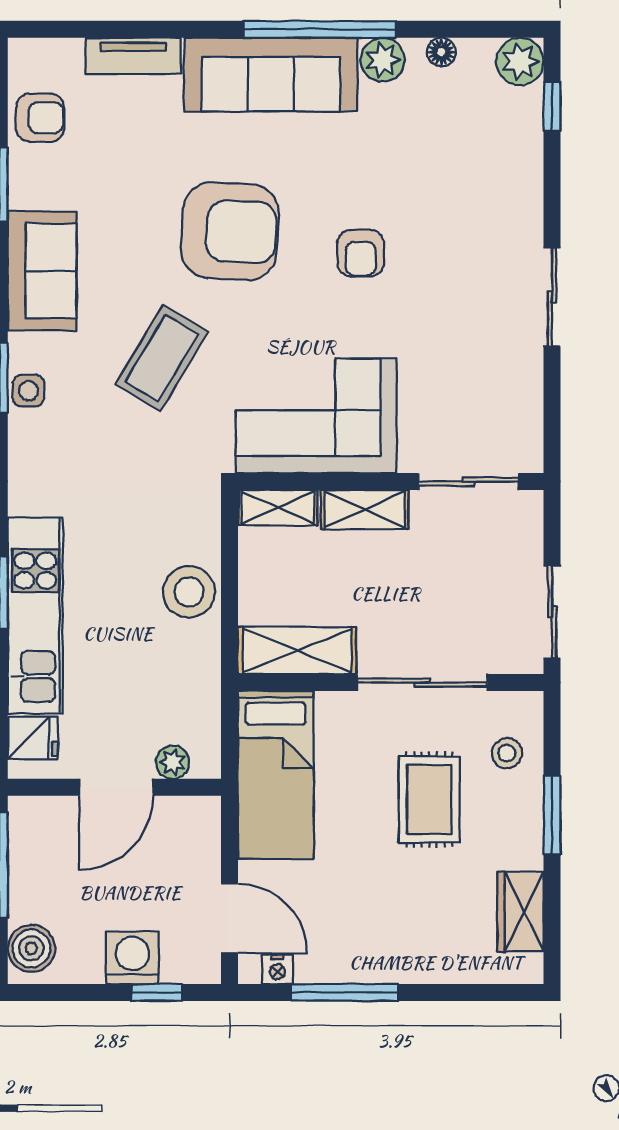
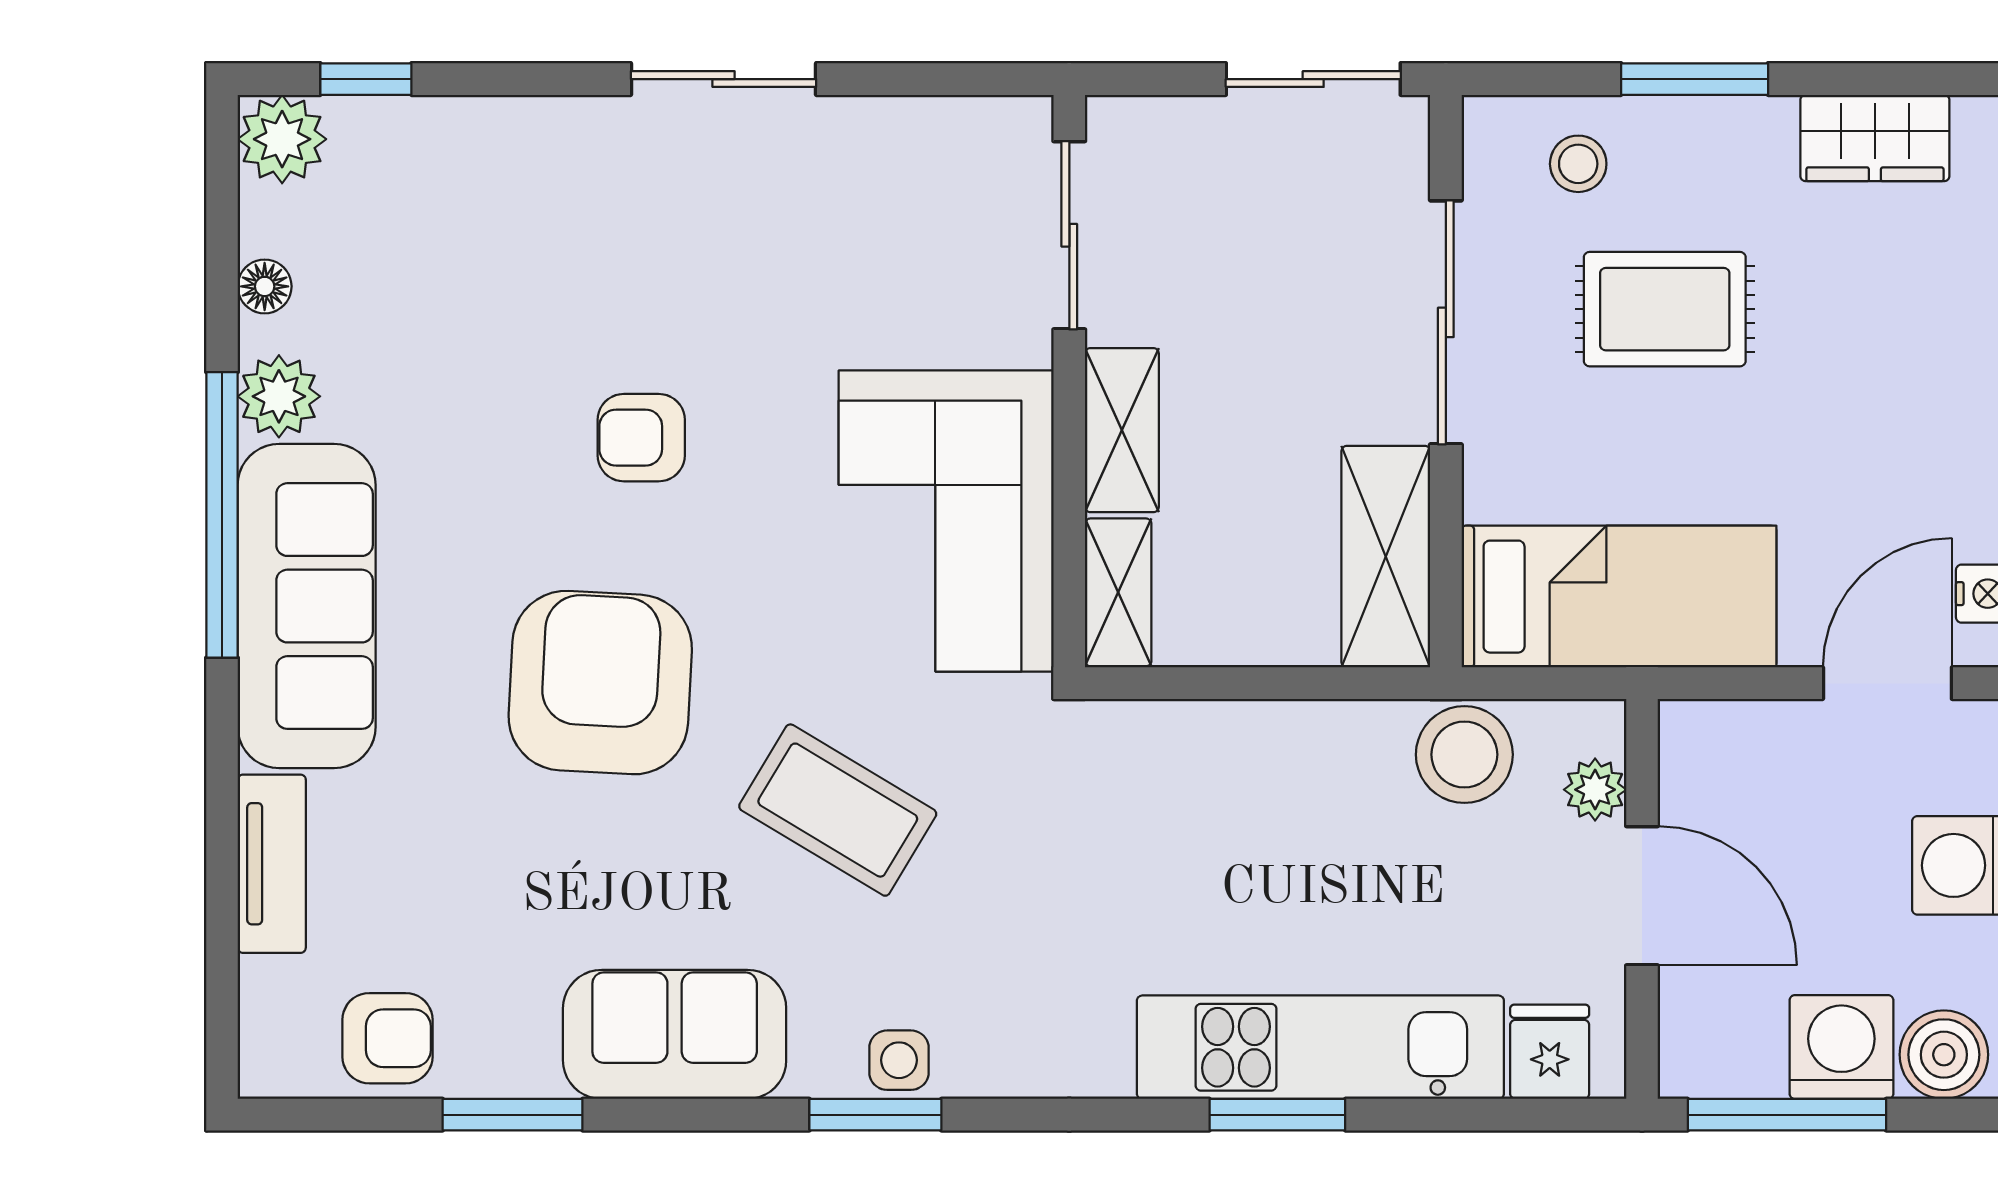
armchair: (40, 118) -> (387, 1038), turned 90
armchair: (361, 253) -> (641, 438), turned 180
stool: (189, 592) -> (1464, 755), moved
washing machine: (35, 894) -> (1841, 1047), added

